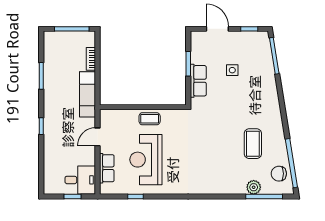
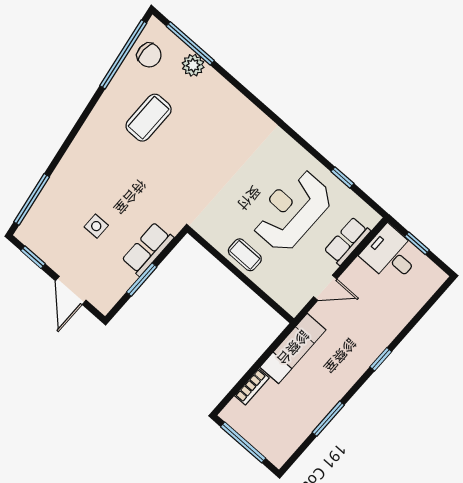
reception desk: (146, 160) -> (292, 210), turned 180

